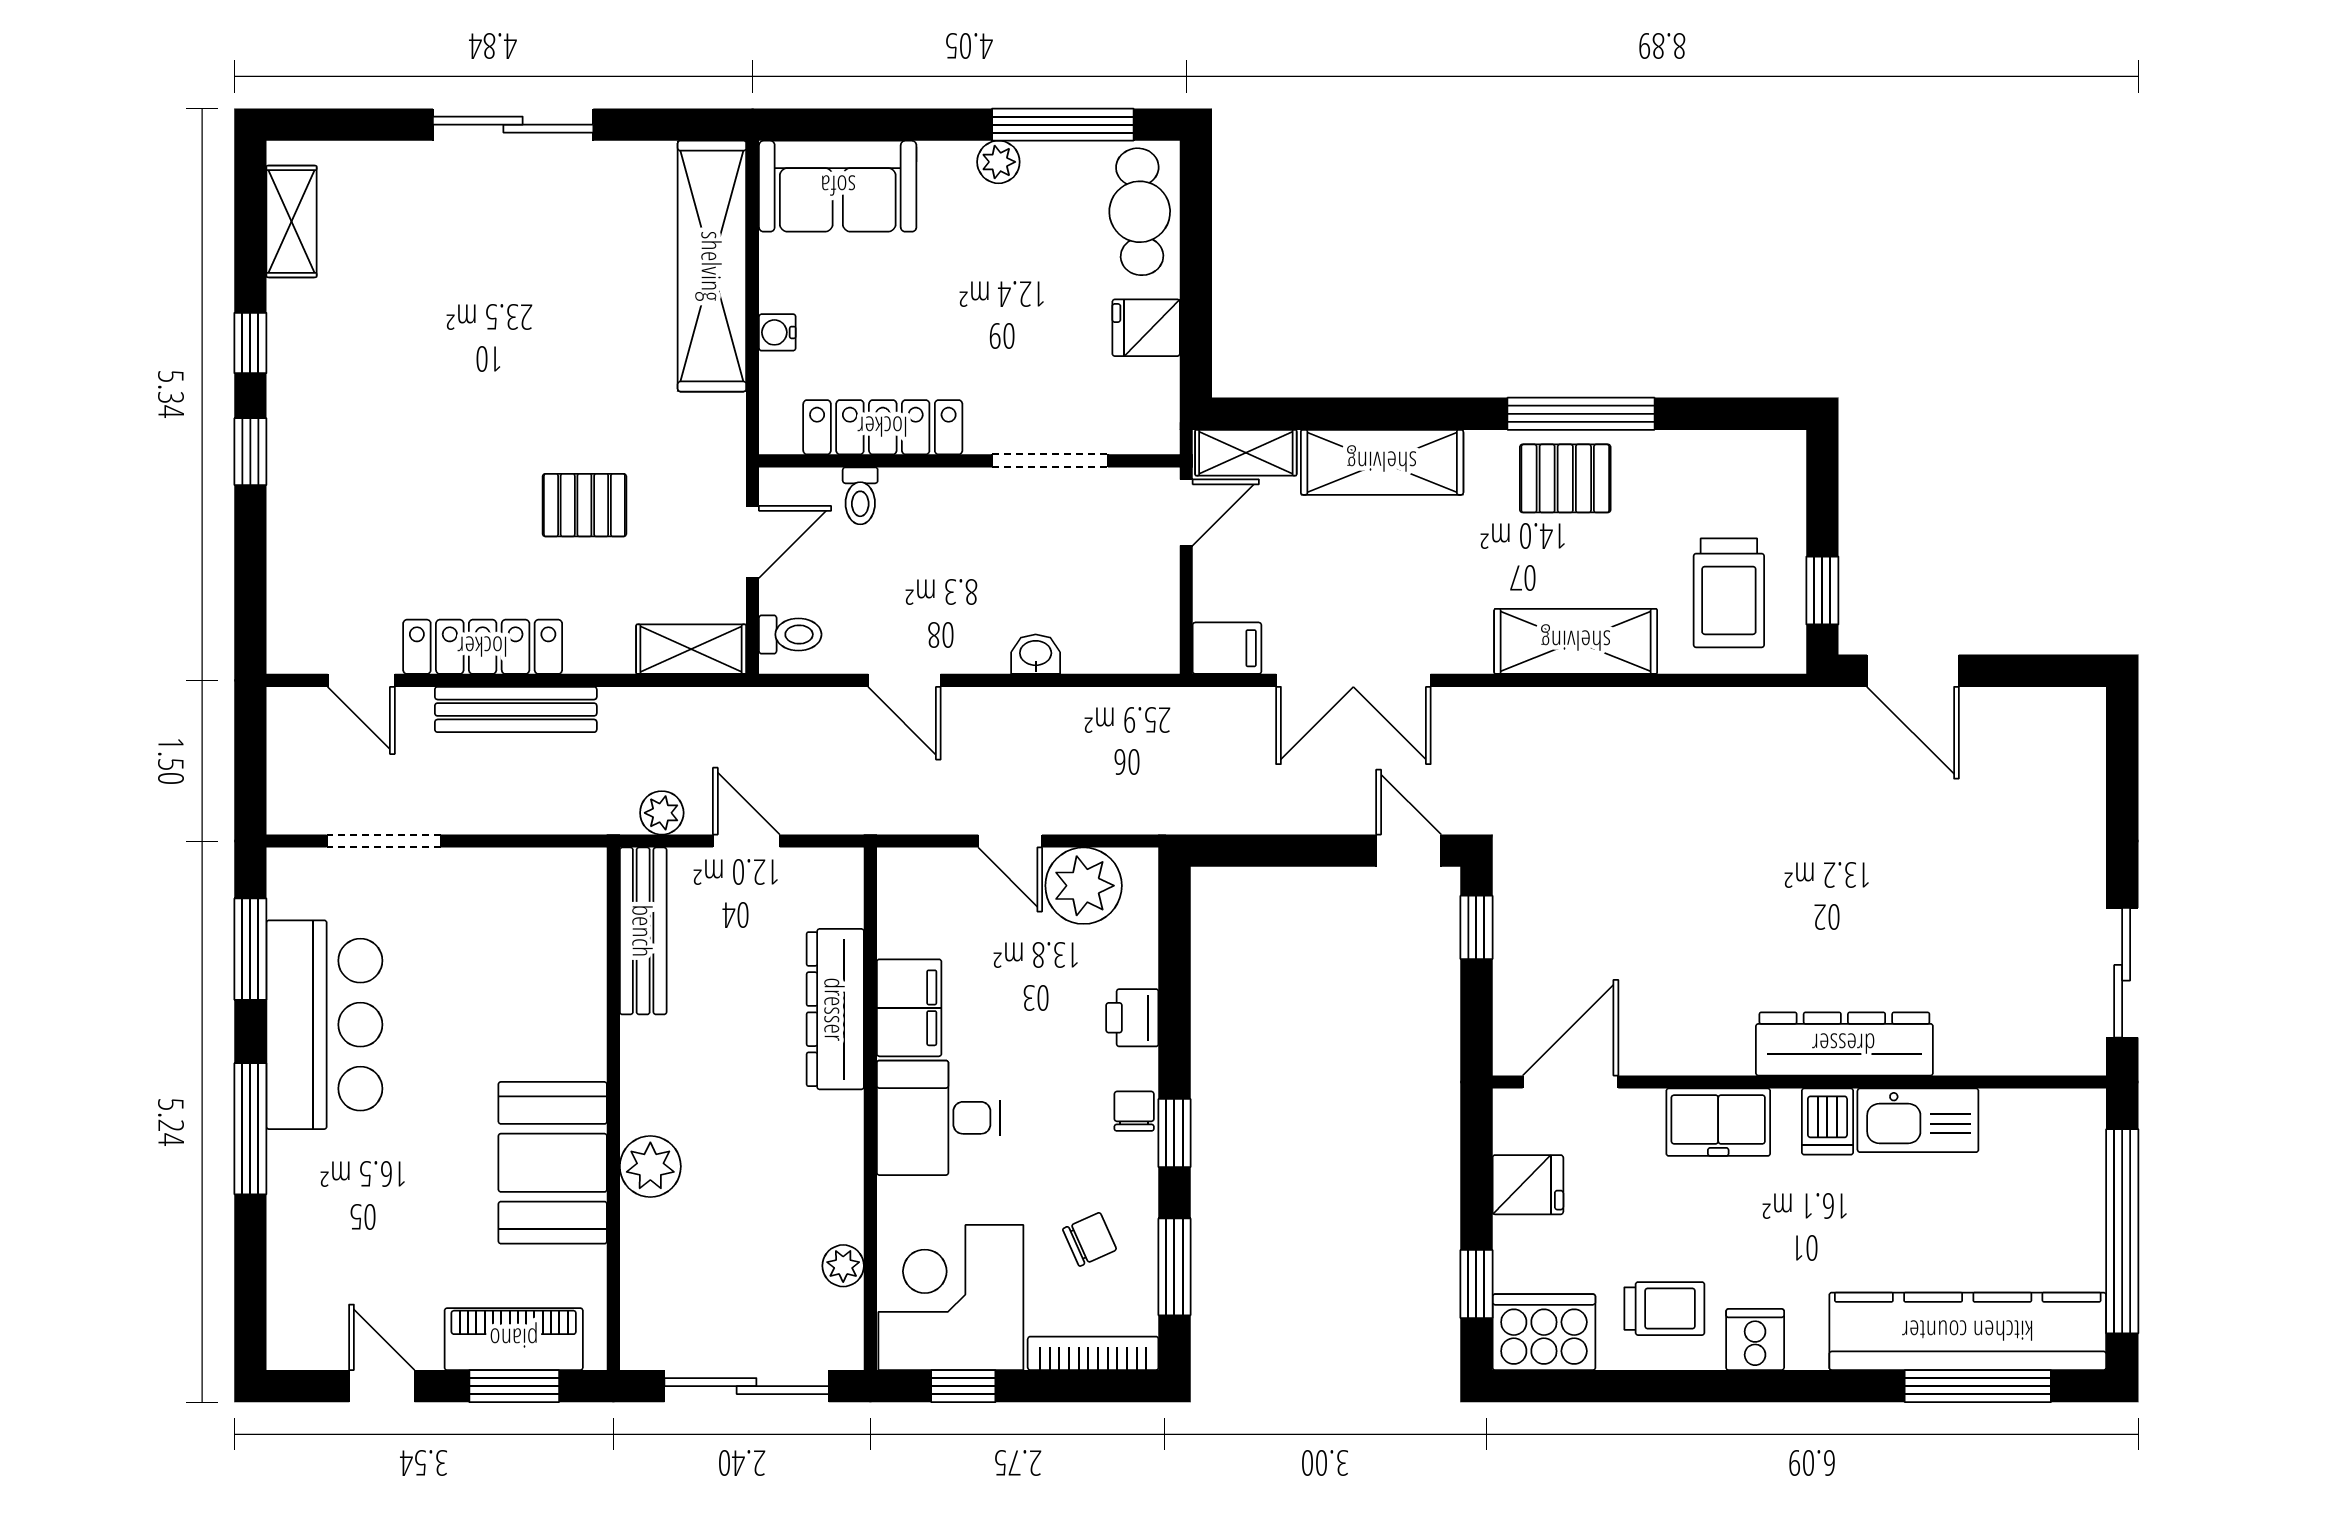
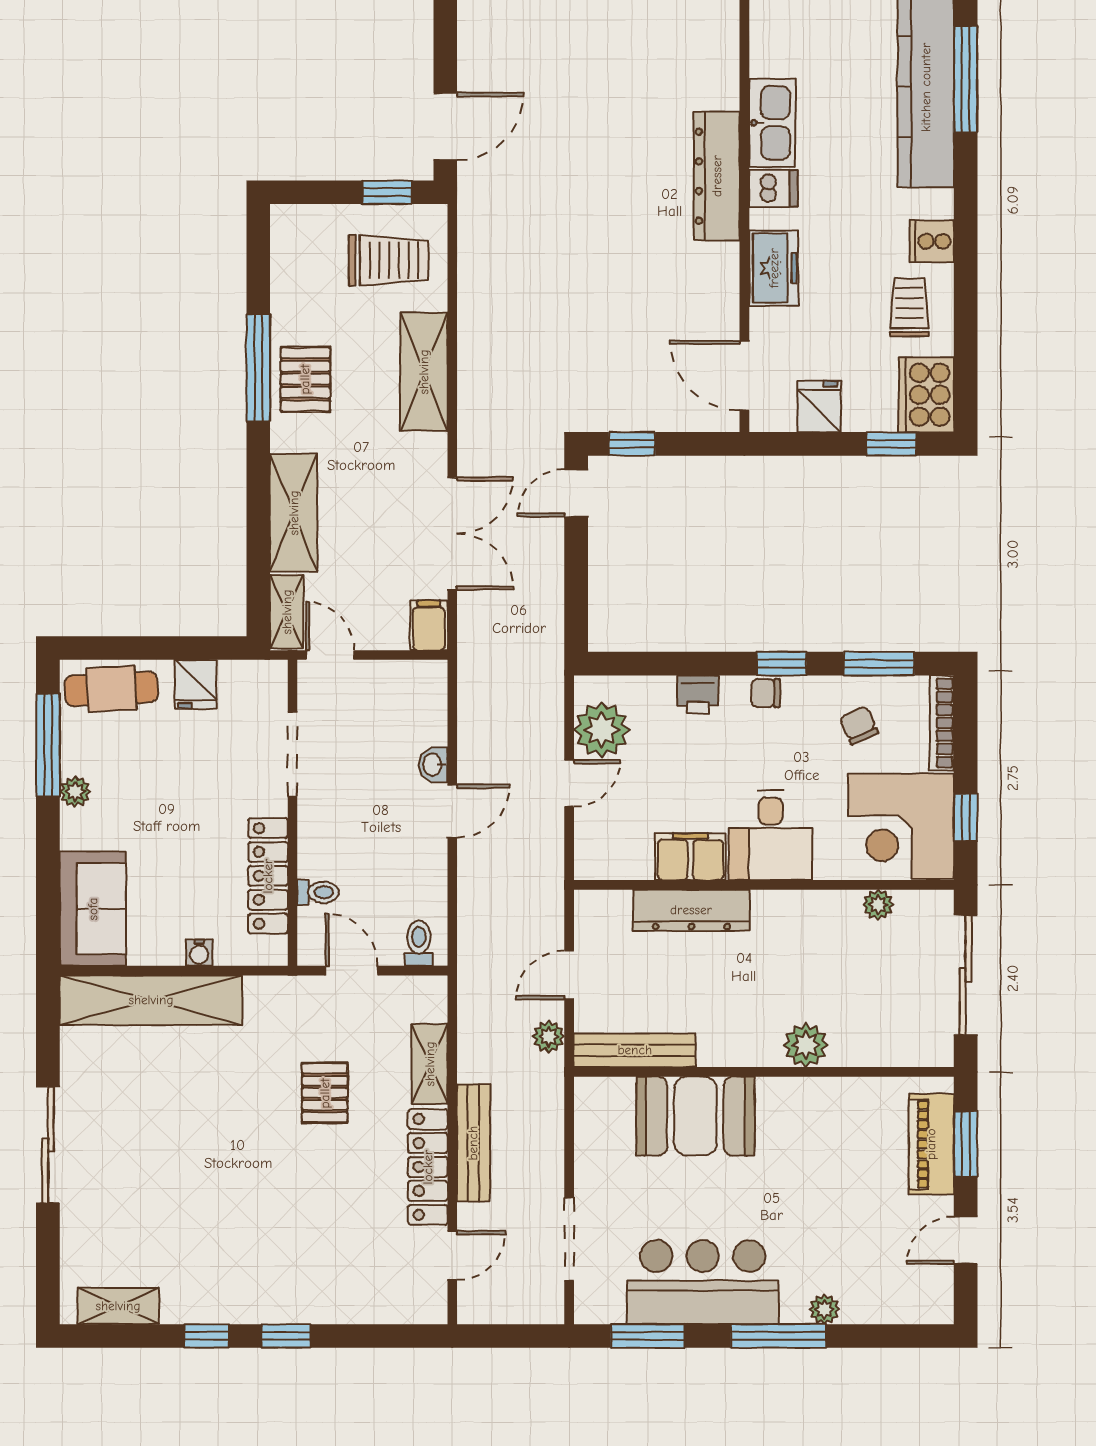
shelving: (691, 649) -> (430, 1064), moved
door: (904, 680) -> (452, 811), moved
booth: (553, 1163) -> (695, 1116), moved
plant: (287, 1192) -> (824, 1309), added

